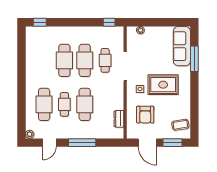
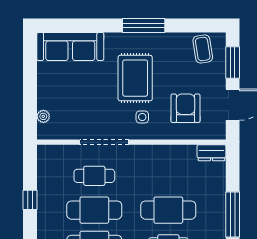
window: (109, 22) -> (30, 200), moved
window: (194, 59) -> (144, 25), moved
armchair: (145, 115) -> (185, 108), turned -90
dresser: (119, 119) -> (211, 153), moved

